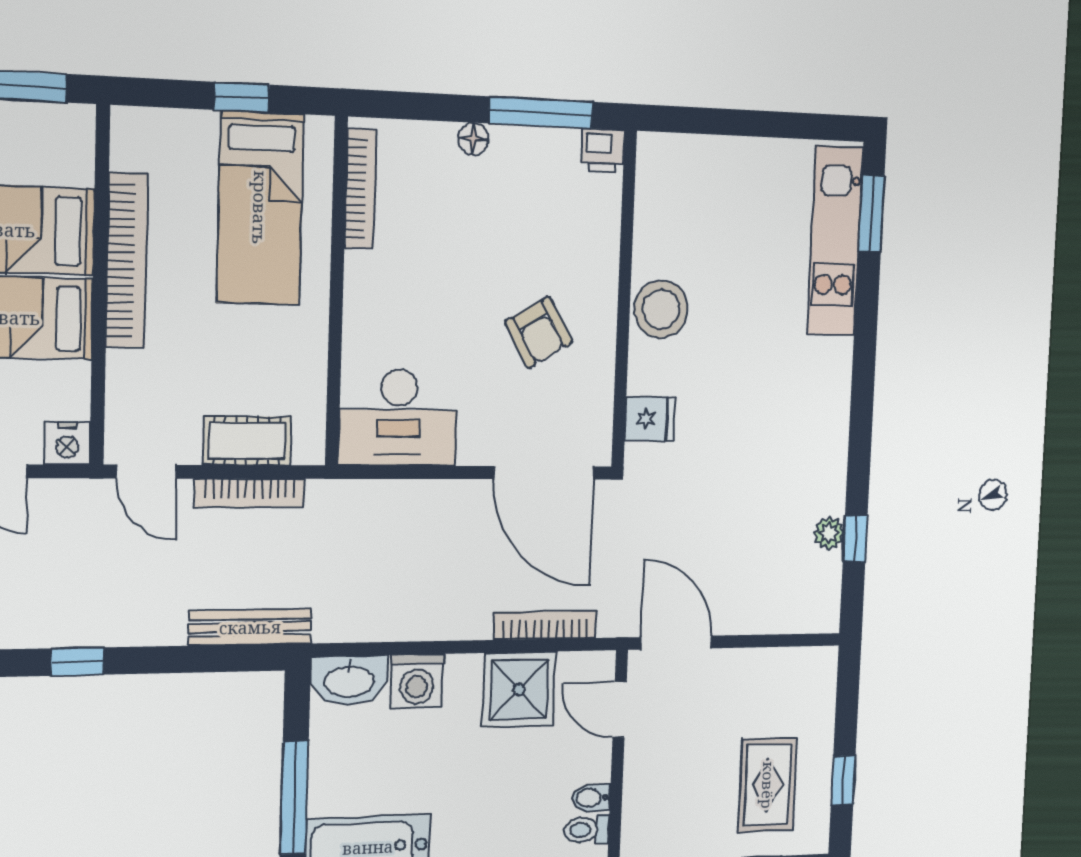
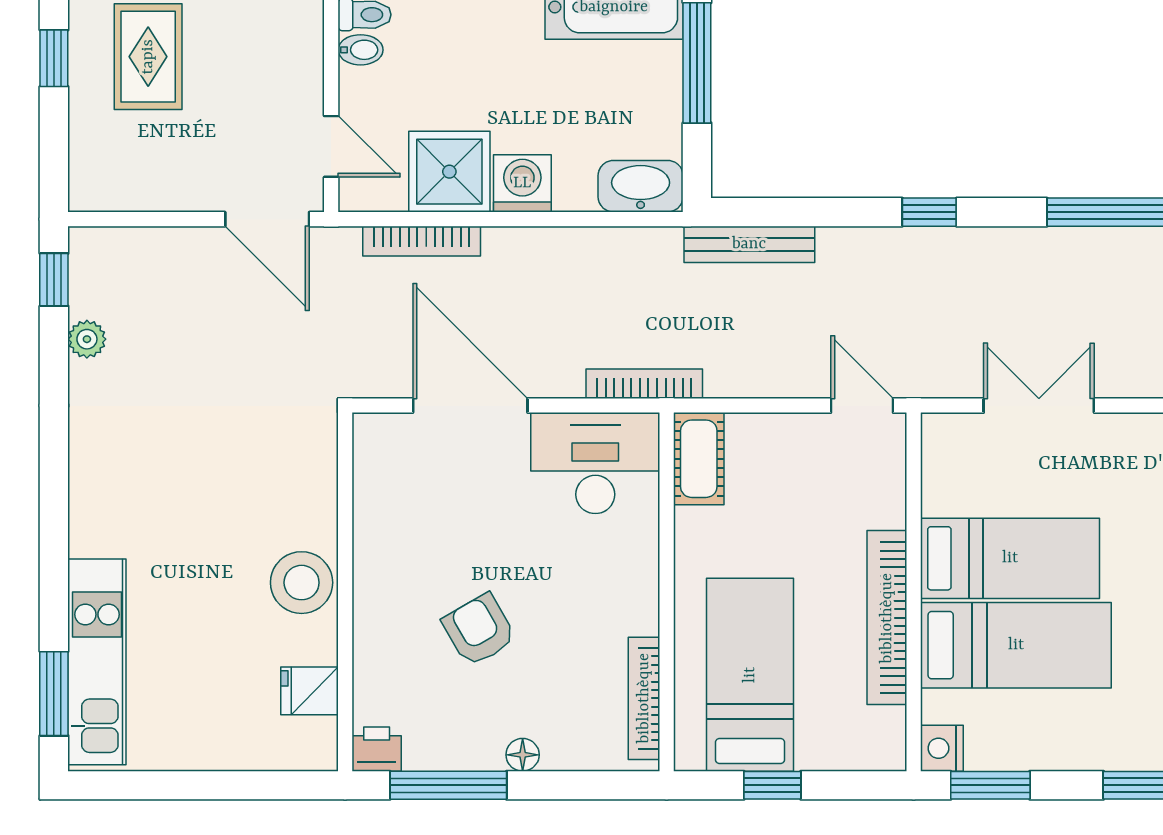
armchair: (539, 332) -> (479, 630), moved
fridge: (650, 419) -> (310, 691), moved
cot: (247, 441) -> (699, 459), moved, turned 90
nightstand: (67, 443) -> (942, 748), moved, turned -90
door: (544, 473) -> (470, 406), moved
bookcase: (250, 493) -> (644, 384), moved
window: (855, 539) -> (54, 280), moved
washing machine: (417, 681) -> (522, 183), moved

